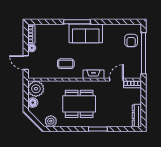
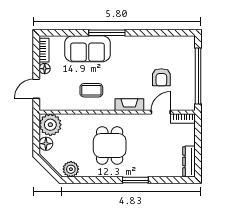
sofa: (86, 33) -> (87, 49), moved
armchair: (131, 40) -> (161, 77), moved
door: (26, 63) -> (36, 89), hinge flipped
dining table: (79, 104) -> (110, 146), width x0.73

